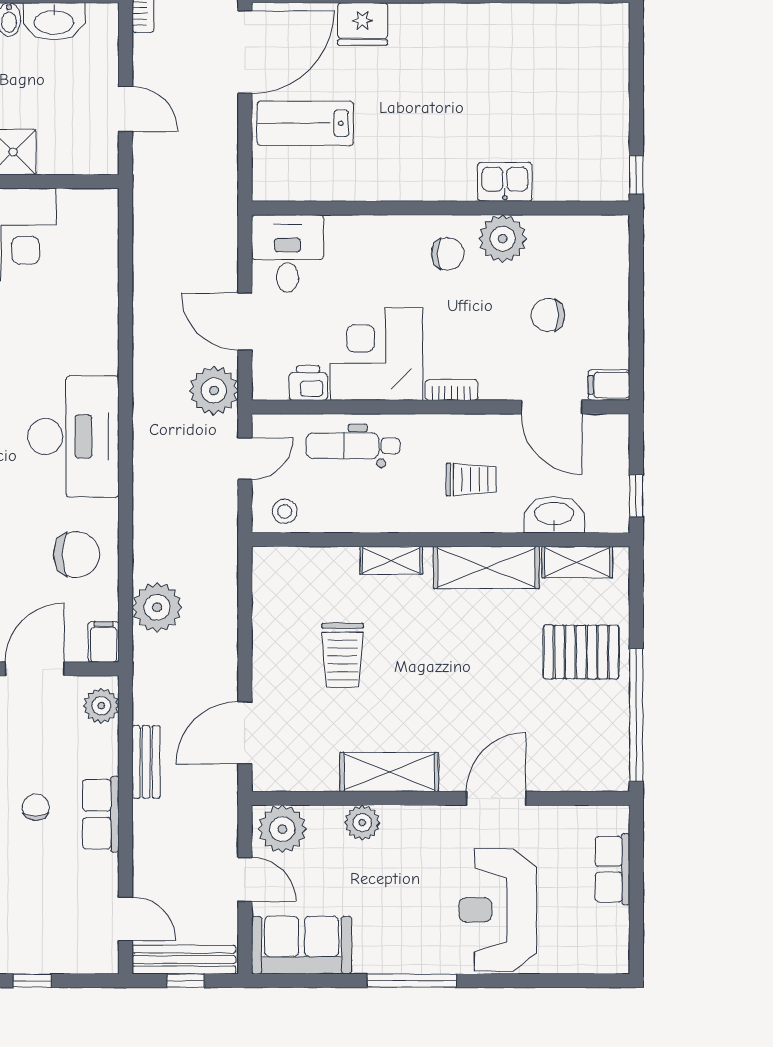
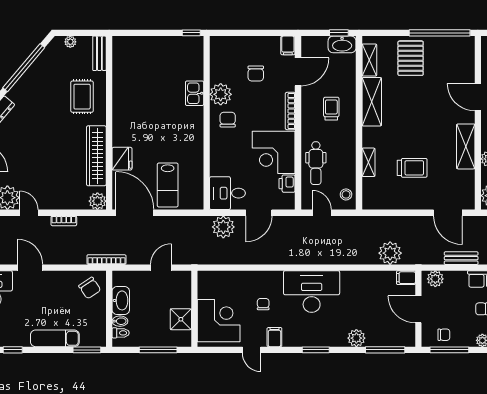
plant: (214, 390) -> (223, 227), moved
bookcase: (451, 390) -> (290, 111), width x1.56
washbasin: (554, 515) -> (342, 44), moved, turned -90
chair: (77, 554) -> (263, 304), moved, width x0.54, depth x0.54
shelving: (391, 560) -> (368, 162), moved

